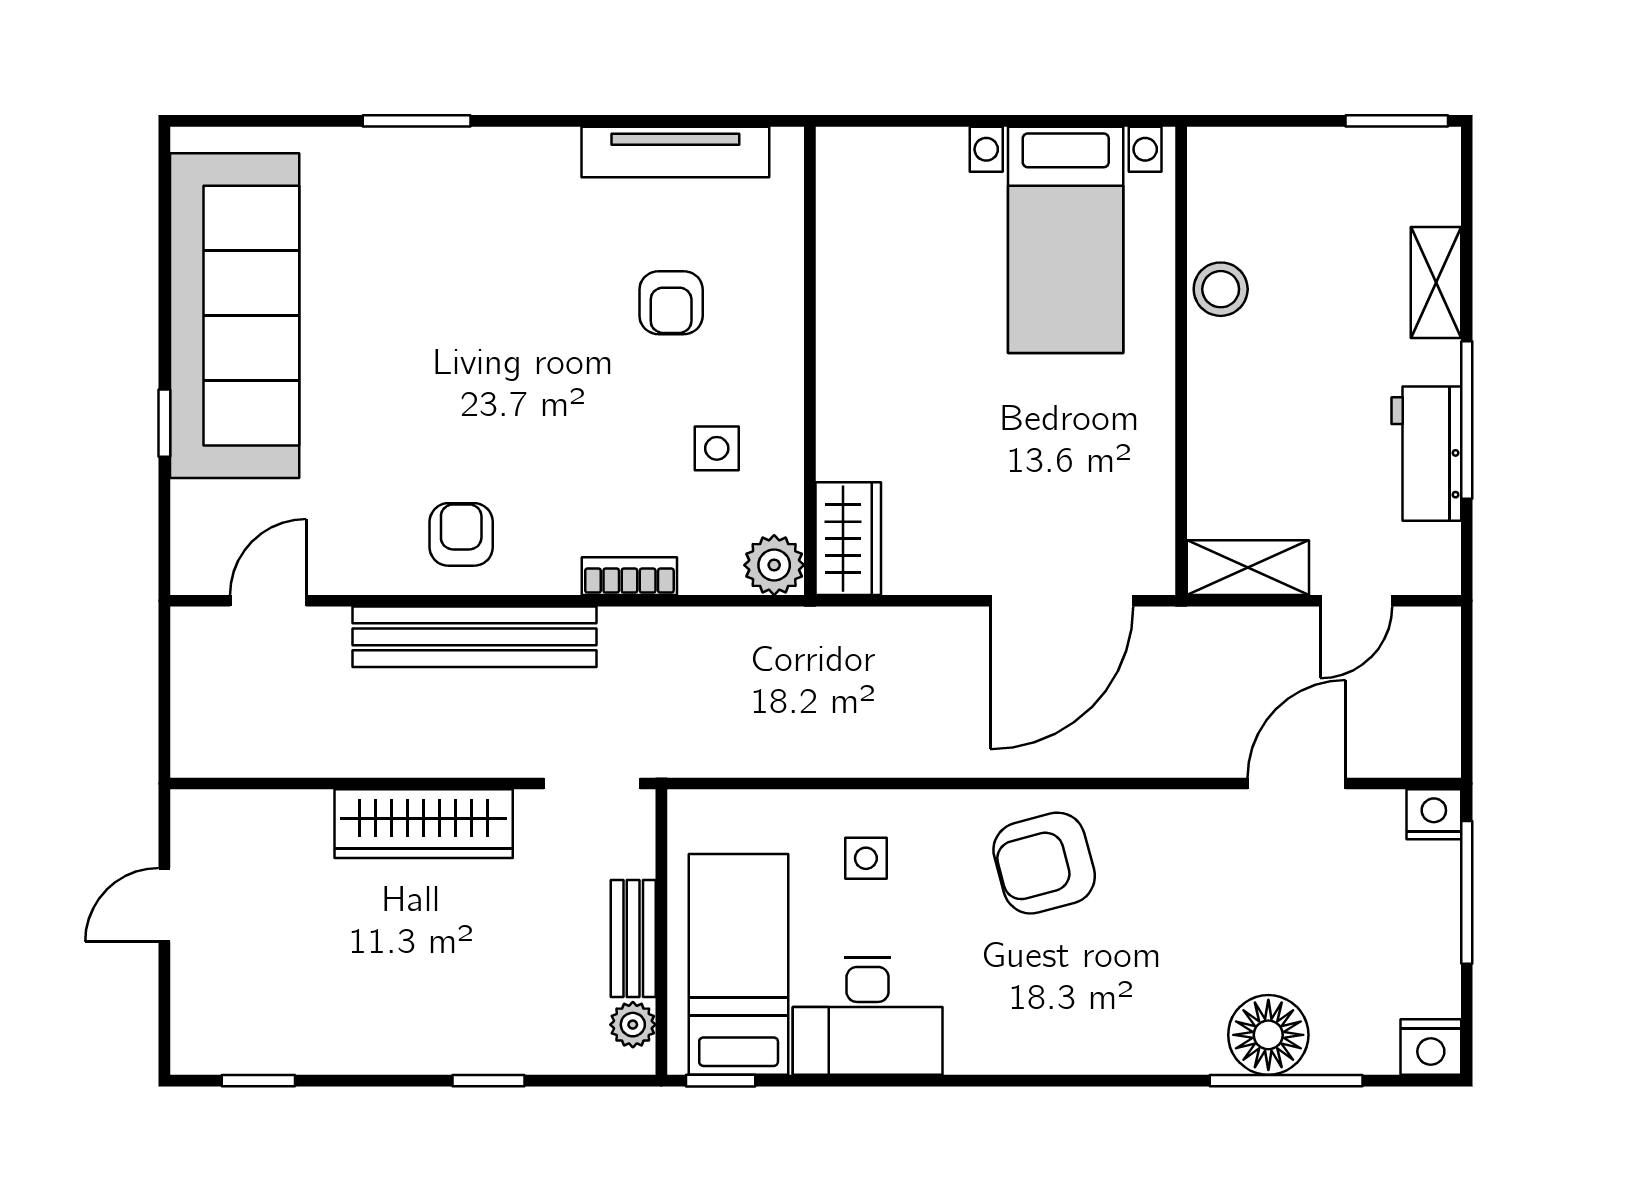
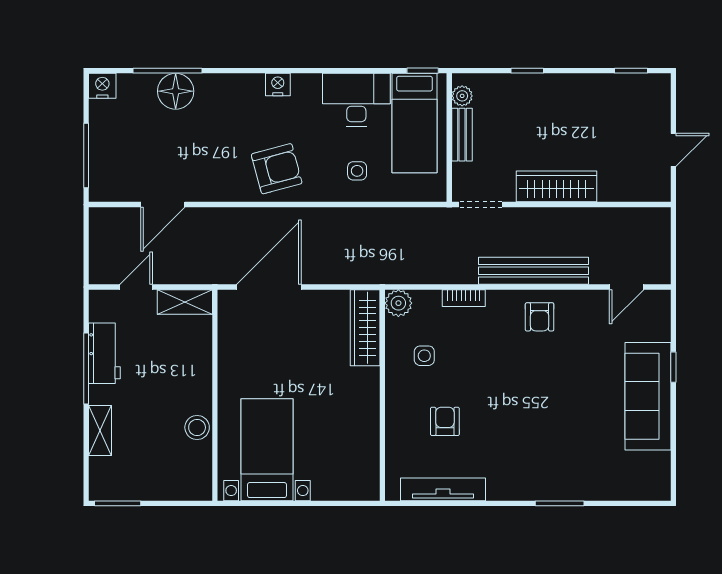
sofa: (235, 316) -> (648, 396), width x0.74, depth x0.79
wardrobe: (848, 539) -> (365, 328), width x1.50
nightstand: (1434, 814) -> (278, 84), moved, turned 180

